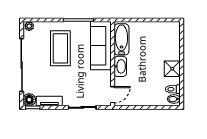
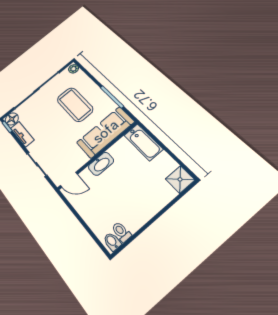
bathtub: (121, 39) -> (143, 142), moved, turned 90
coffee table: (60, 48) -> (75, 104), turned 90
shower: (172, 69) -> (180, 179), moved

